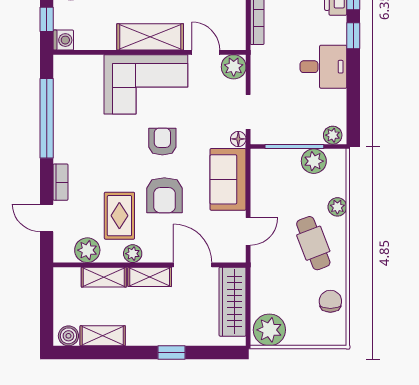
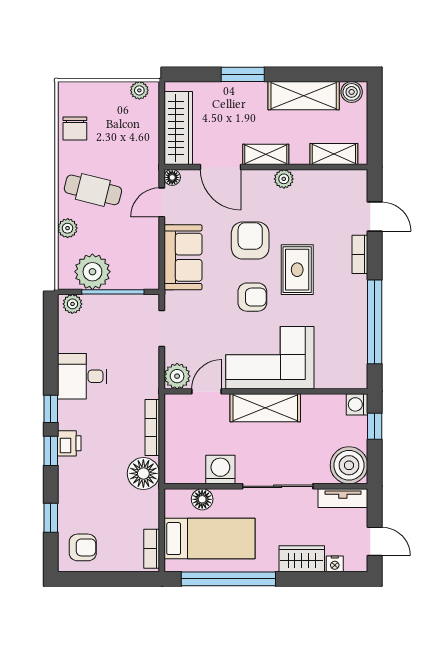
door: (206, 52) -> (206, 391), swing flipped
floor lamp: (238, 139) -> (172, 177), moved
armchair: (162, 142) -> (252, 297), turned -90
plant: (314, 161) -> (92, 272), width x1.36, depth x1.36
rug: (119, 216) -> (297, 270), moved
cafe table: (313, 243) -> (93, 190), turned -55
plant: (87, 250) -> (332, 182), removed
shelving: (104, 277) -> (334, 154), moved
plant: (269, 330) -> (139, 90), width x0.53, depth x0.53
shelving: (103, 336) -> (304, 96), width x1.50, depth x1.33
window: (171, 352) -> (243, 74), width x1.50

